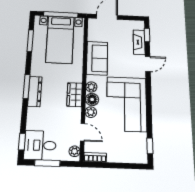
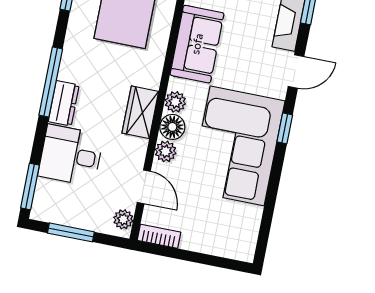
window: (26, 87) -> (51, 82), width x1.44
dresser: (35, 91) -> (64, 103), width x0.70
window: (22, 142) -> (30, 186), width x1.50
desk: (40, 145) -> (71, 155), moved
window: (150, 146) -> (285, 128), moved

